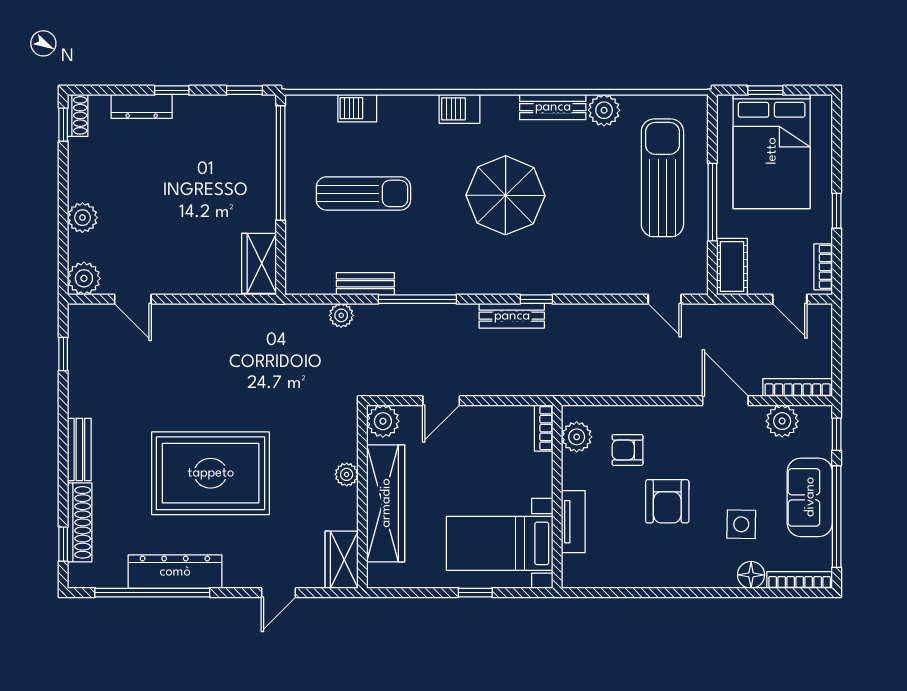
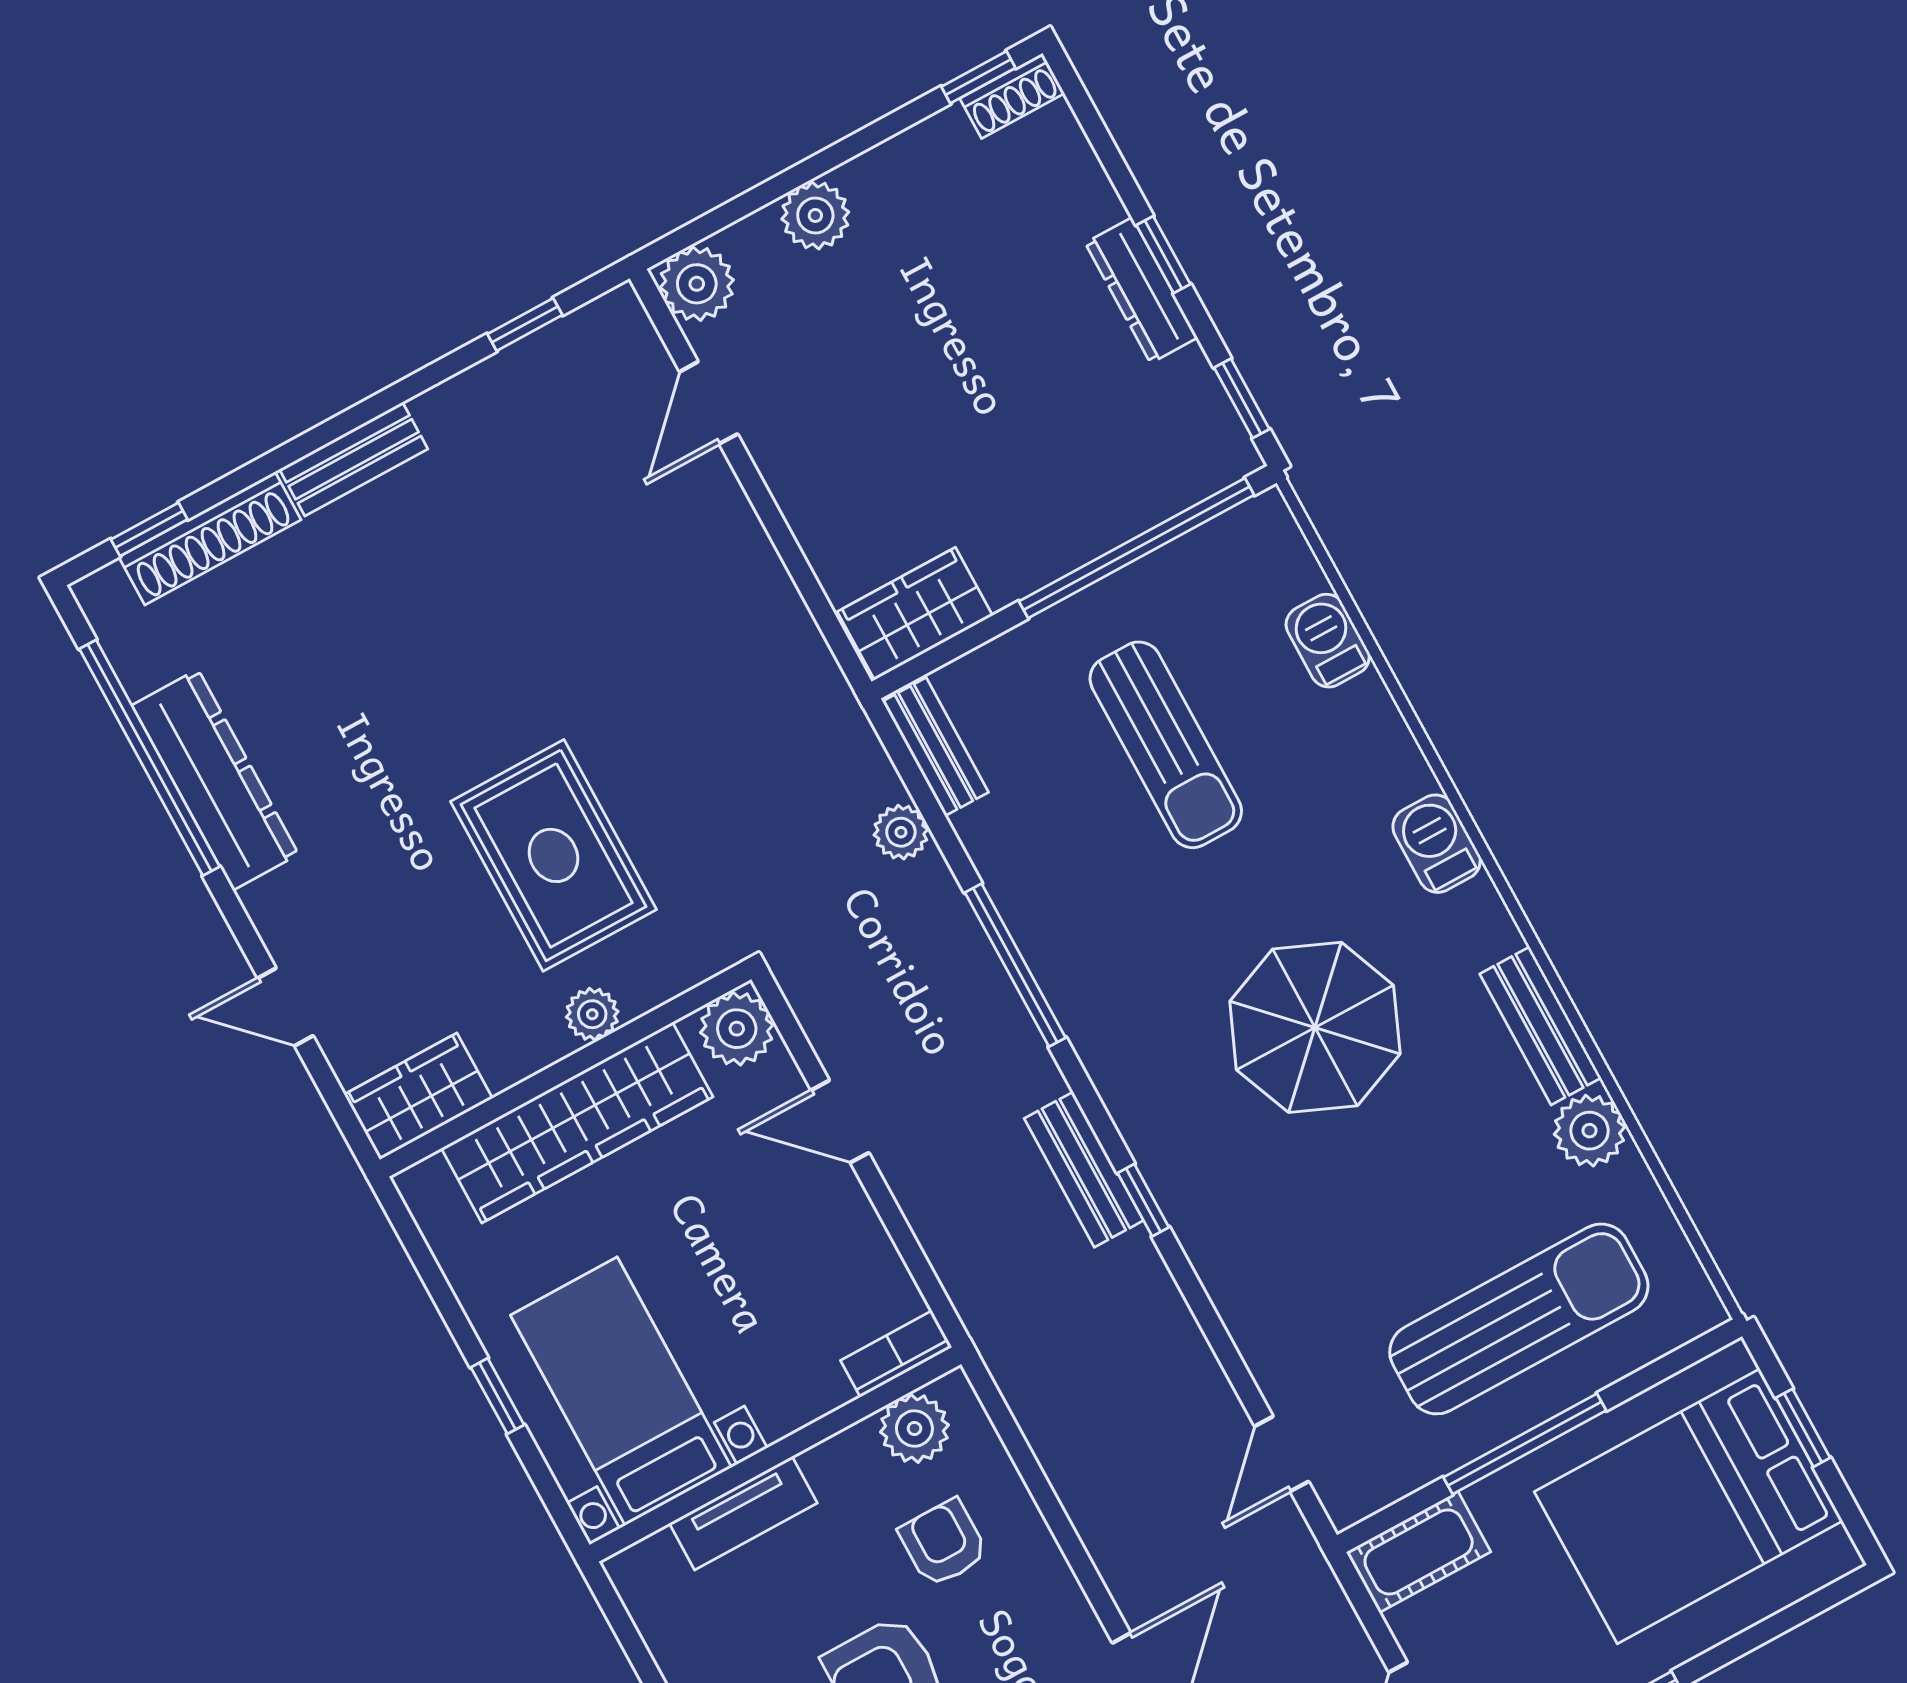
dresser: (142, 106) -> (1141, 290), moved
bench: (365, 284) -> (935, 747), moved
rug: (211, 473) -> (553, 855), moved, width x0.73, depth x0.69

